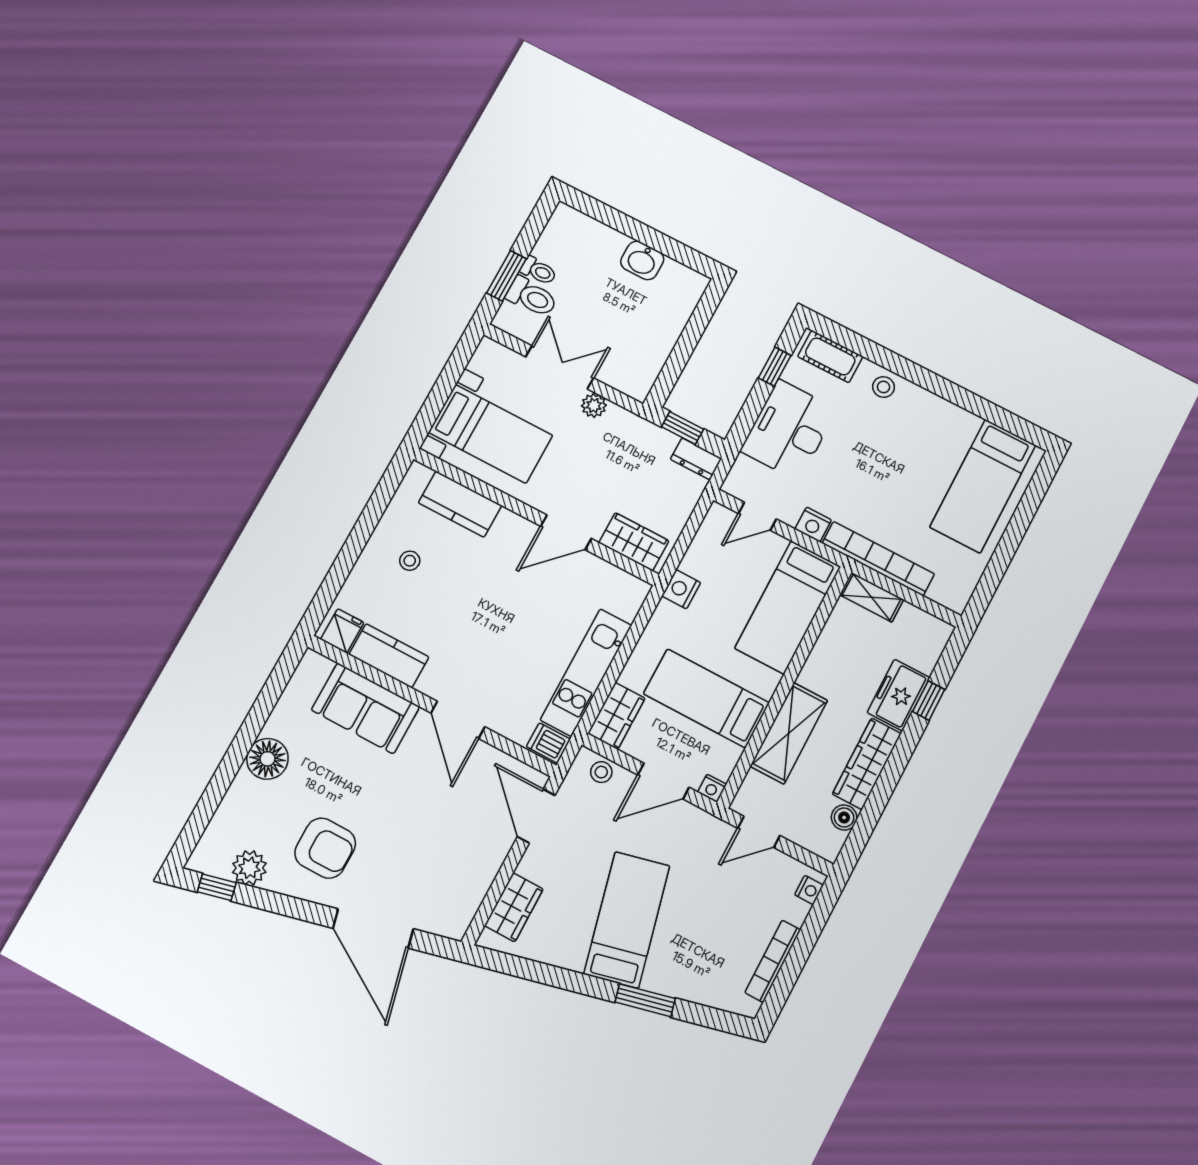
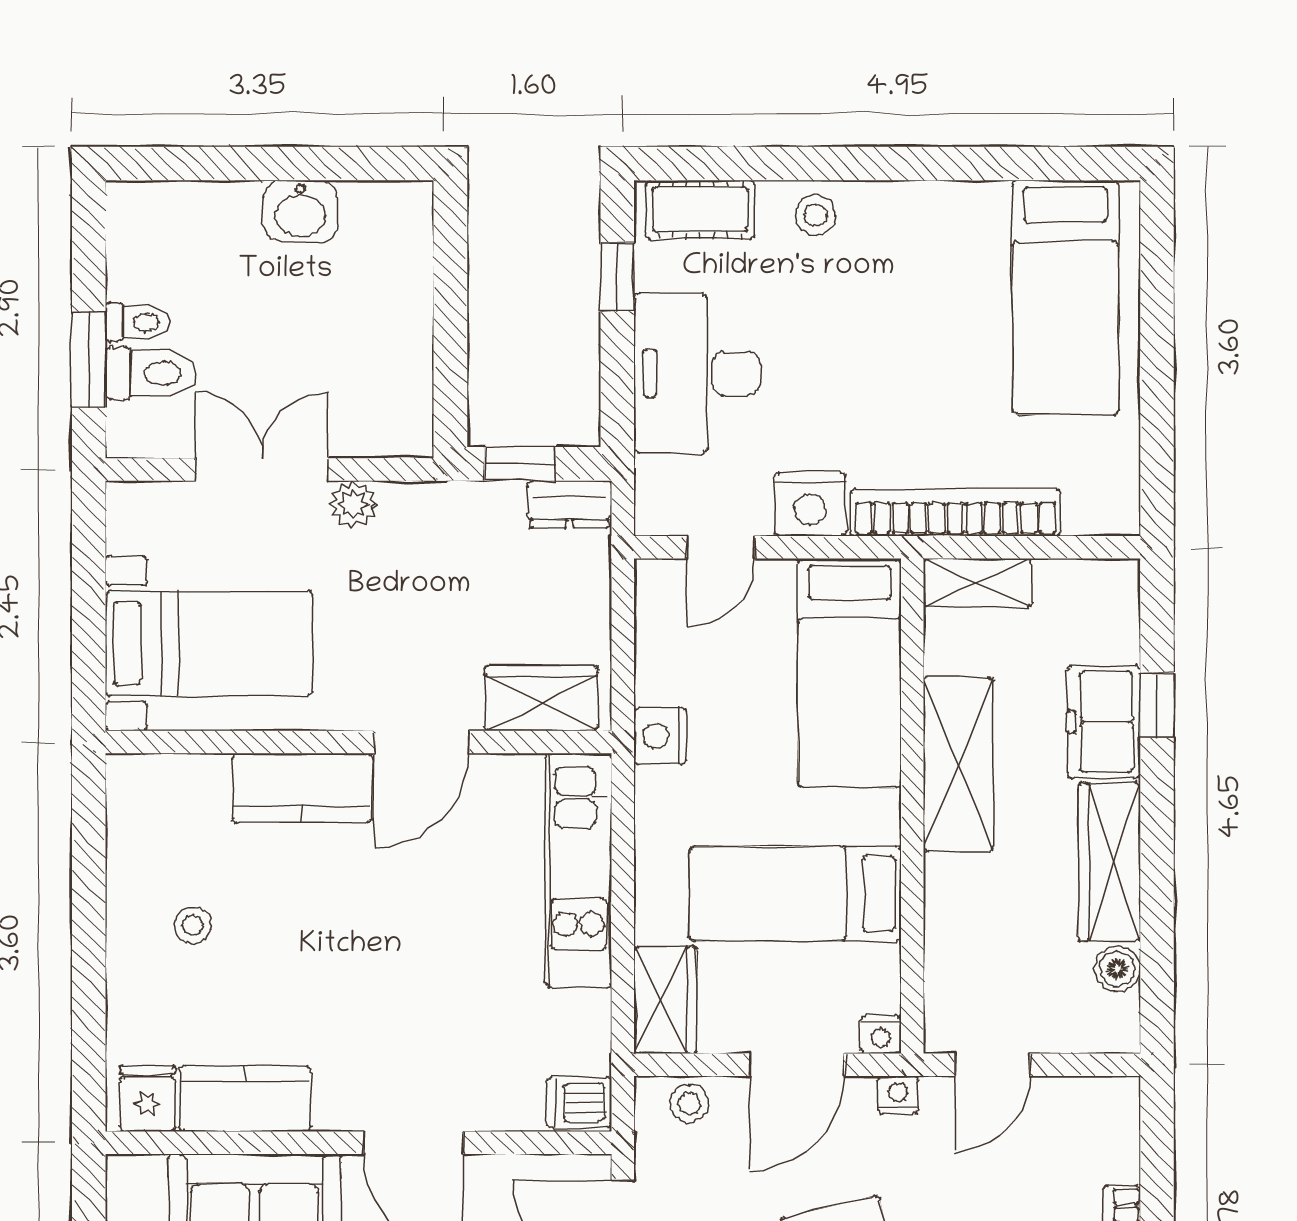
kitchen counter: (460, 504) -> (302, 788), moved
nightstand: (813, 525) -> (810, 504), width x1.36, depth x1.33
kitchen unit: (586, 673) -> (579, 870), moved
shelving: (789, 733) -> (958, 764), moved
nightstand: (809, 890) -> (898, 1095), moved, turned -90

